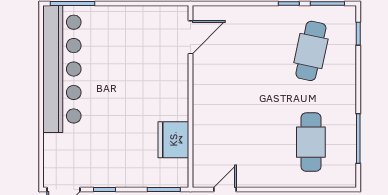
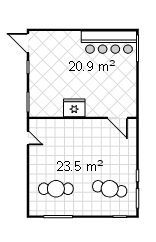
bar counter: (62, 69) -> (109, 42), width x0.73
fridge: (173, 140) -> (74, 108), moved

